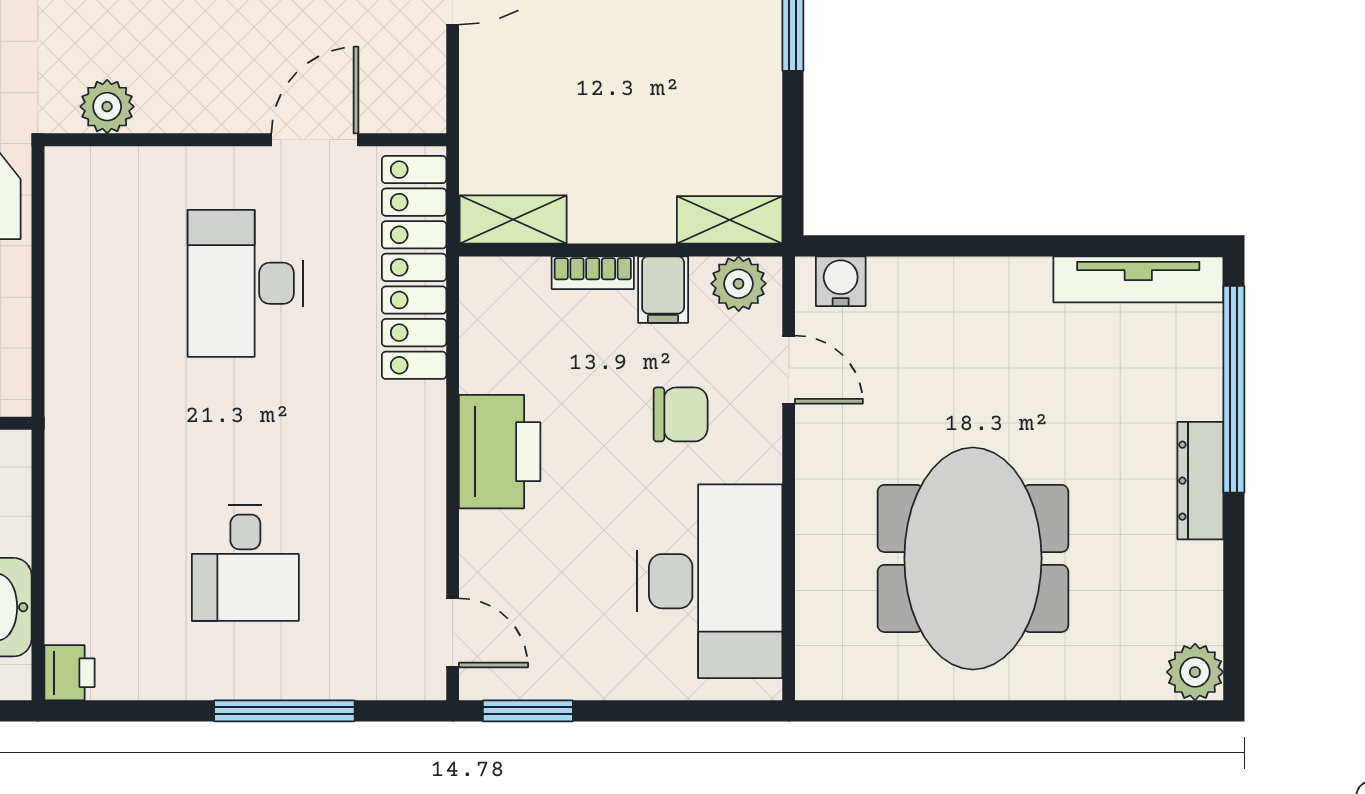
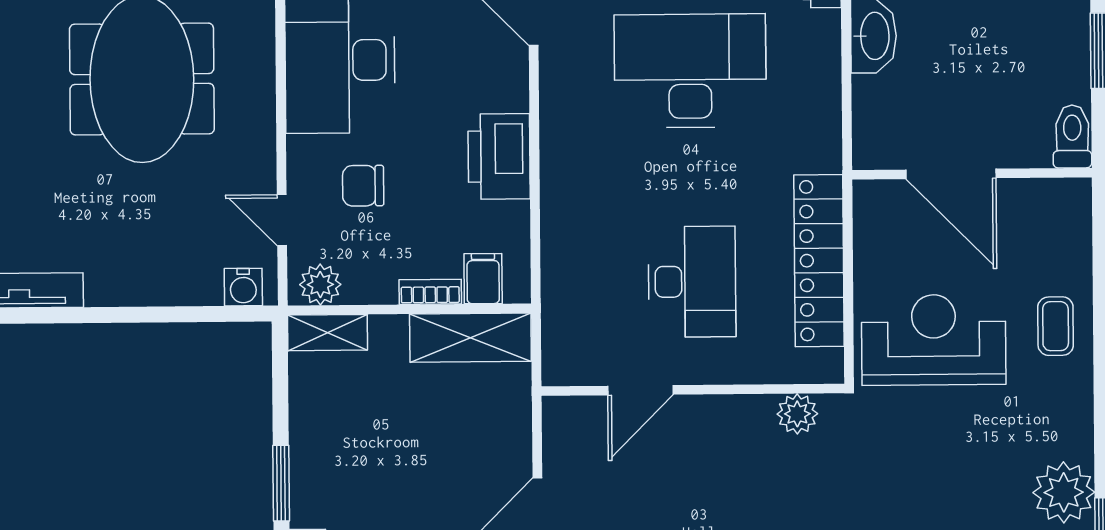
shelving: (513, 220) -> (470, 338), width x1.50, depth x1.33
locker: (414, 267) -> (819, 261), moved, turned 180
filing cabinet: (663, 290) -> (483, 279), moved
desk: (245, 563) -> (690, 71), width x1.87, depth x1.30

